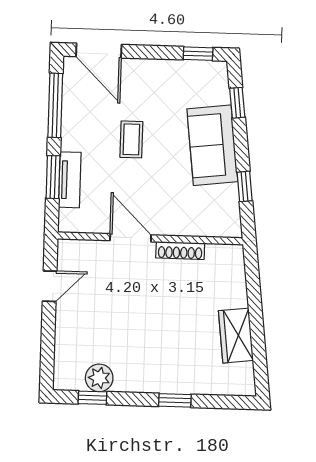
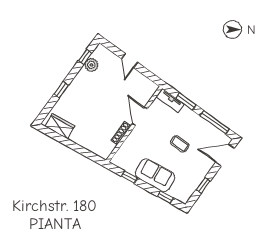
window: (198, 54) -> (203, 185), moved
tv unit: (70, 180) -> (170, 100), moved
door: (131, 238) -> (140, 116), swing flipped
door: (50, 286) -> (130, 61), moved
wardrobe: (236, 336) -> (60, 126), moved

